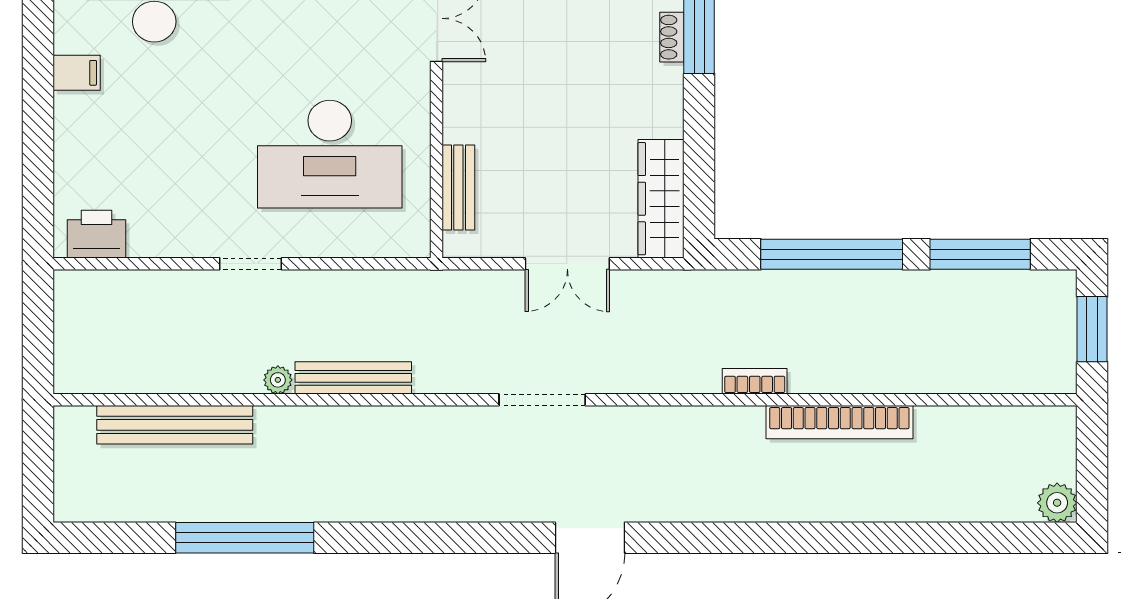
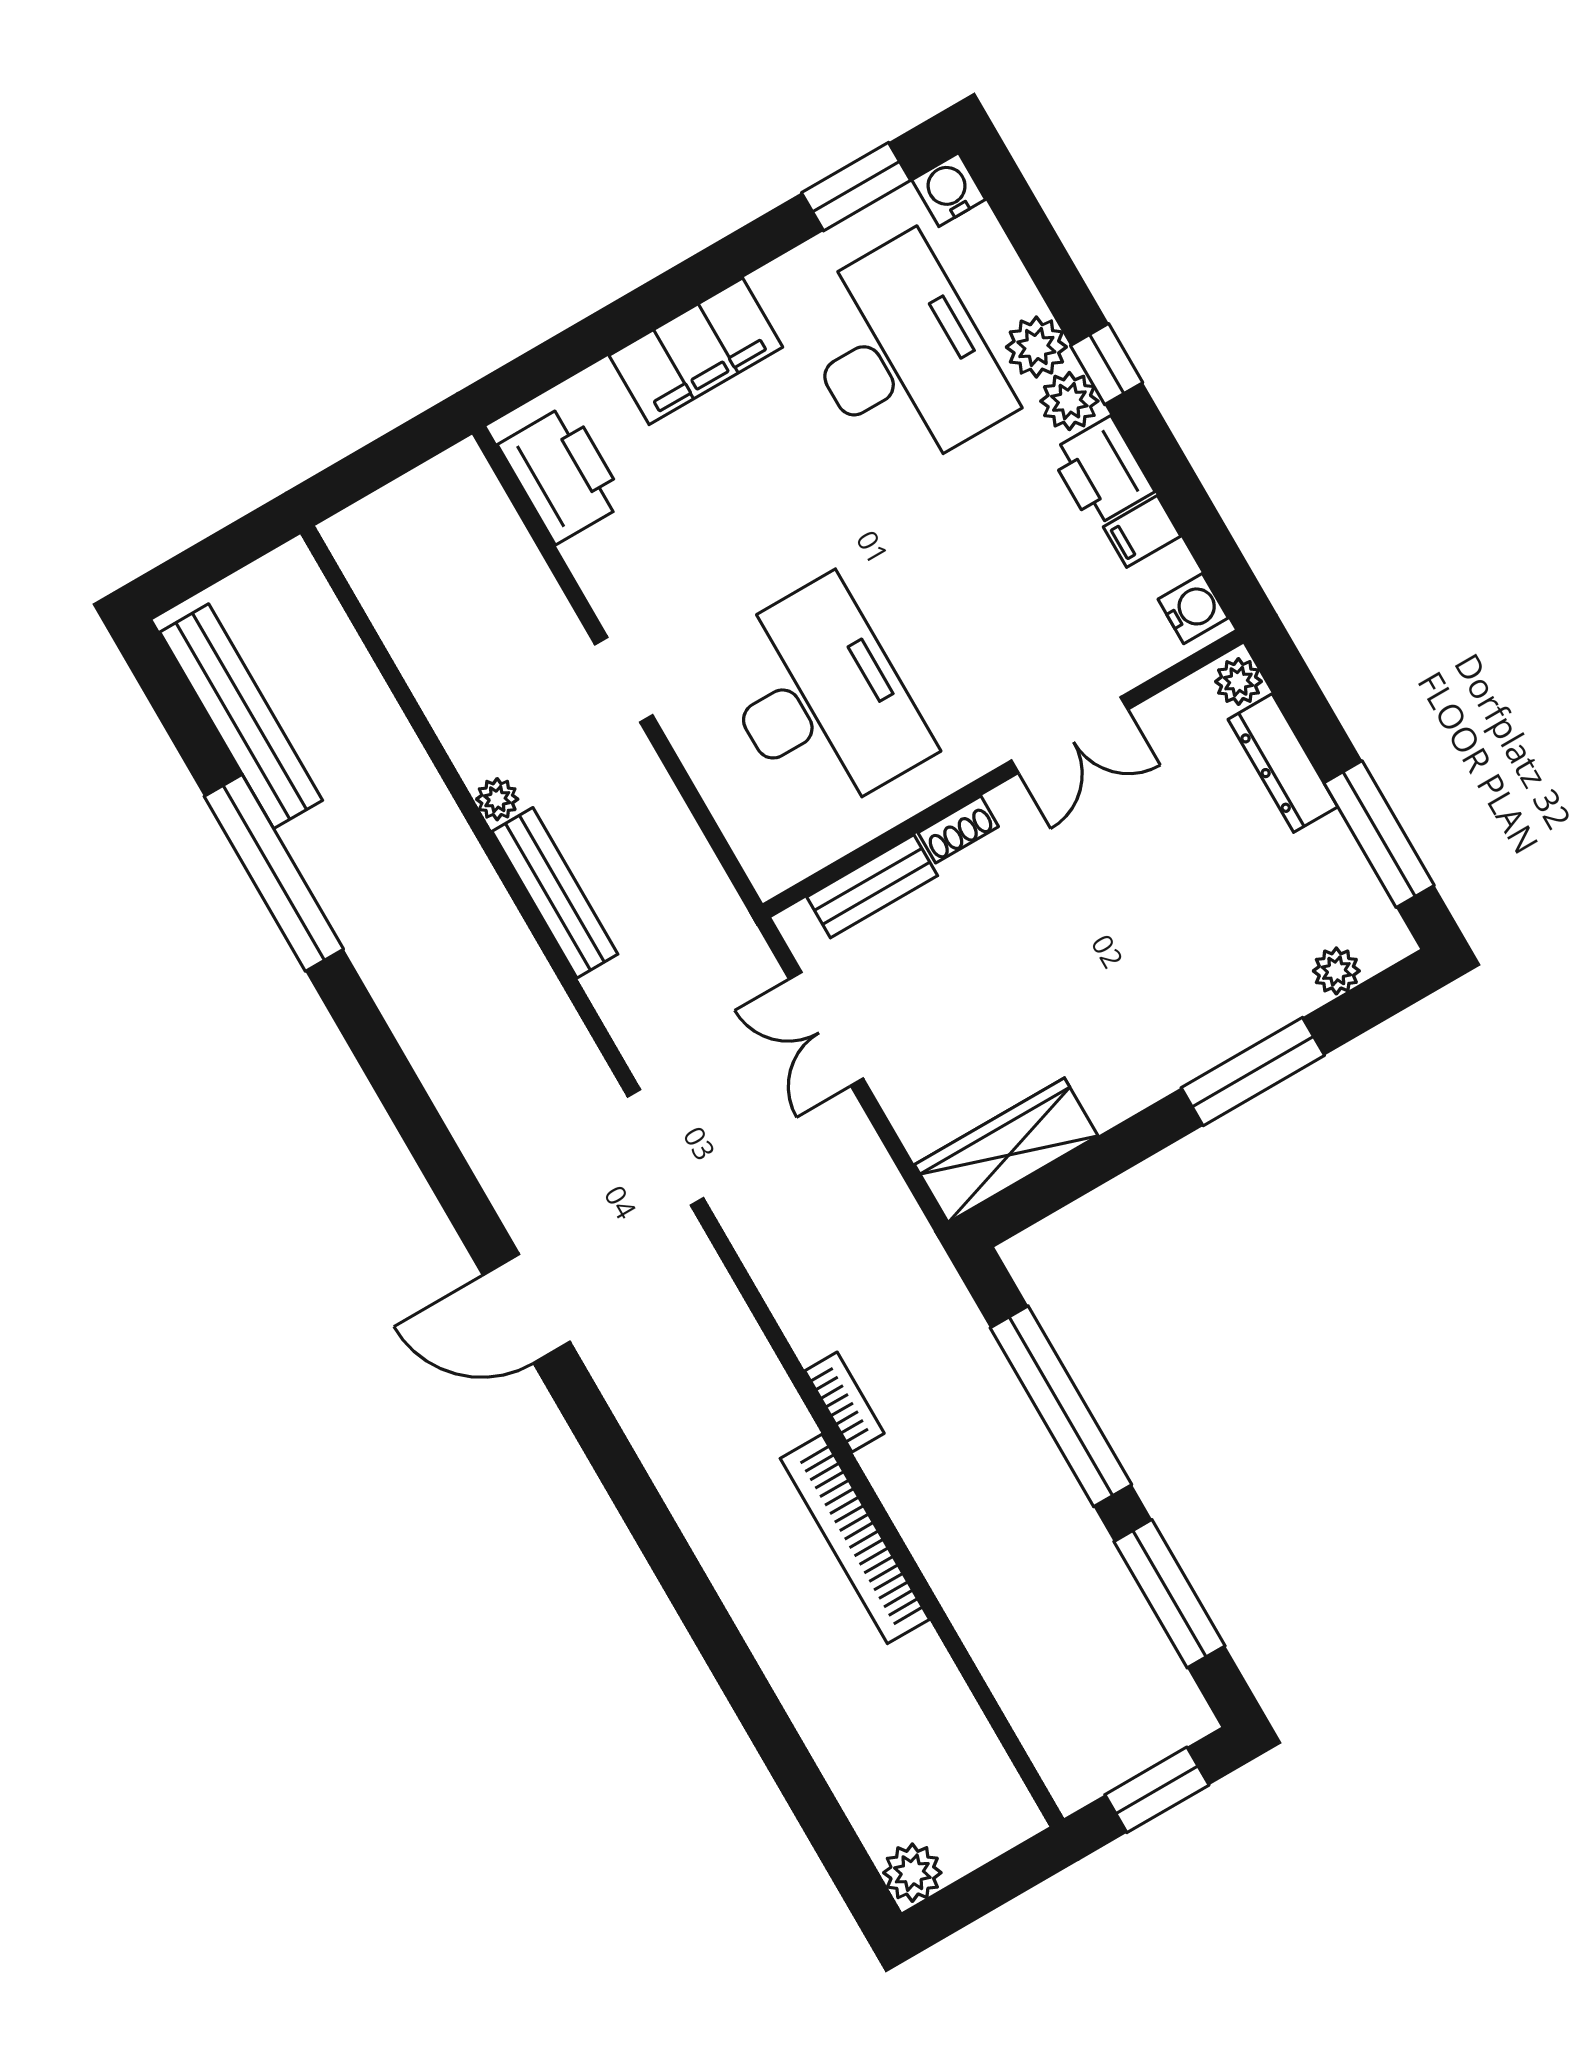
shoe rack: (672, 37) -> (958, 830), moved, turned 180
filing cabinet: (77, 73) -> (696, 351), width x3.00, depth x1.17
desk: (330, 154) -> (820, 699), turned 180
printer: (97, 234) -> (562, 474), width x1.37, depth x1.19
double door: (567, 264) -> (826, 1029), moved
bench: (175, 425) -> (241, 716), moved

